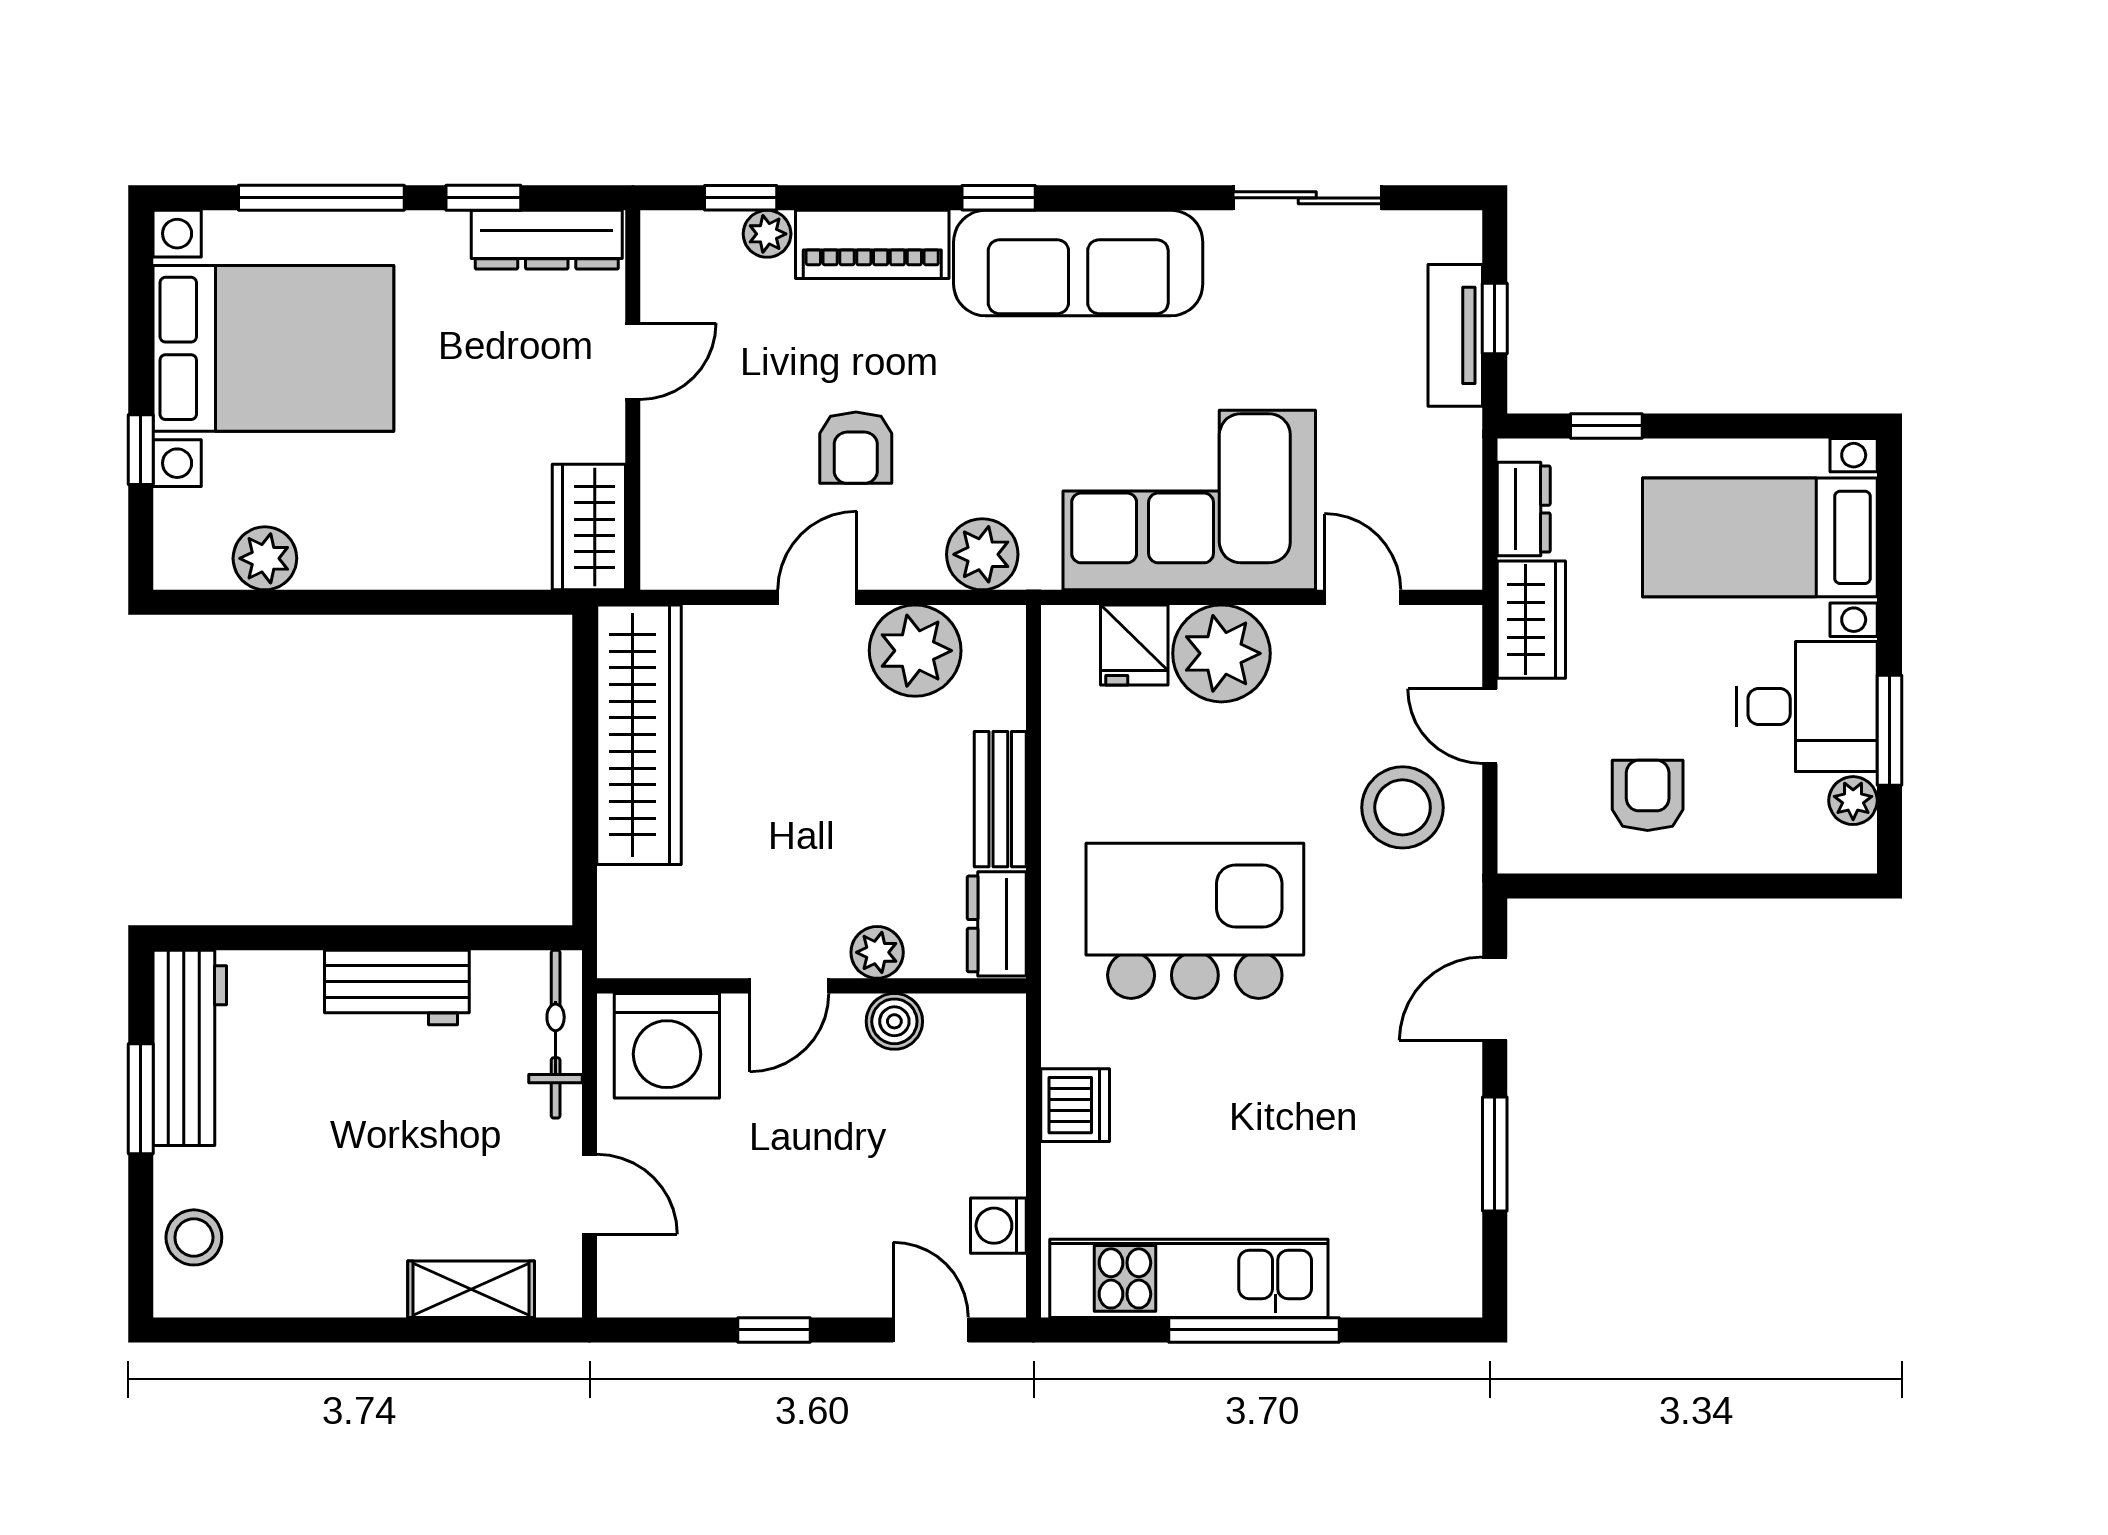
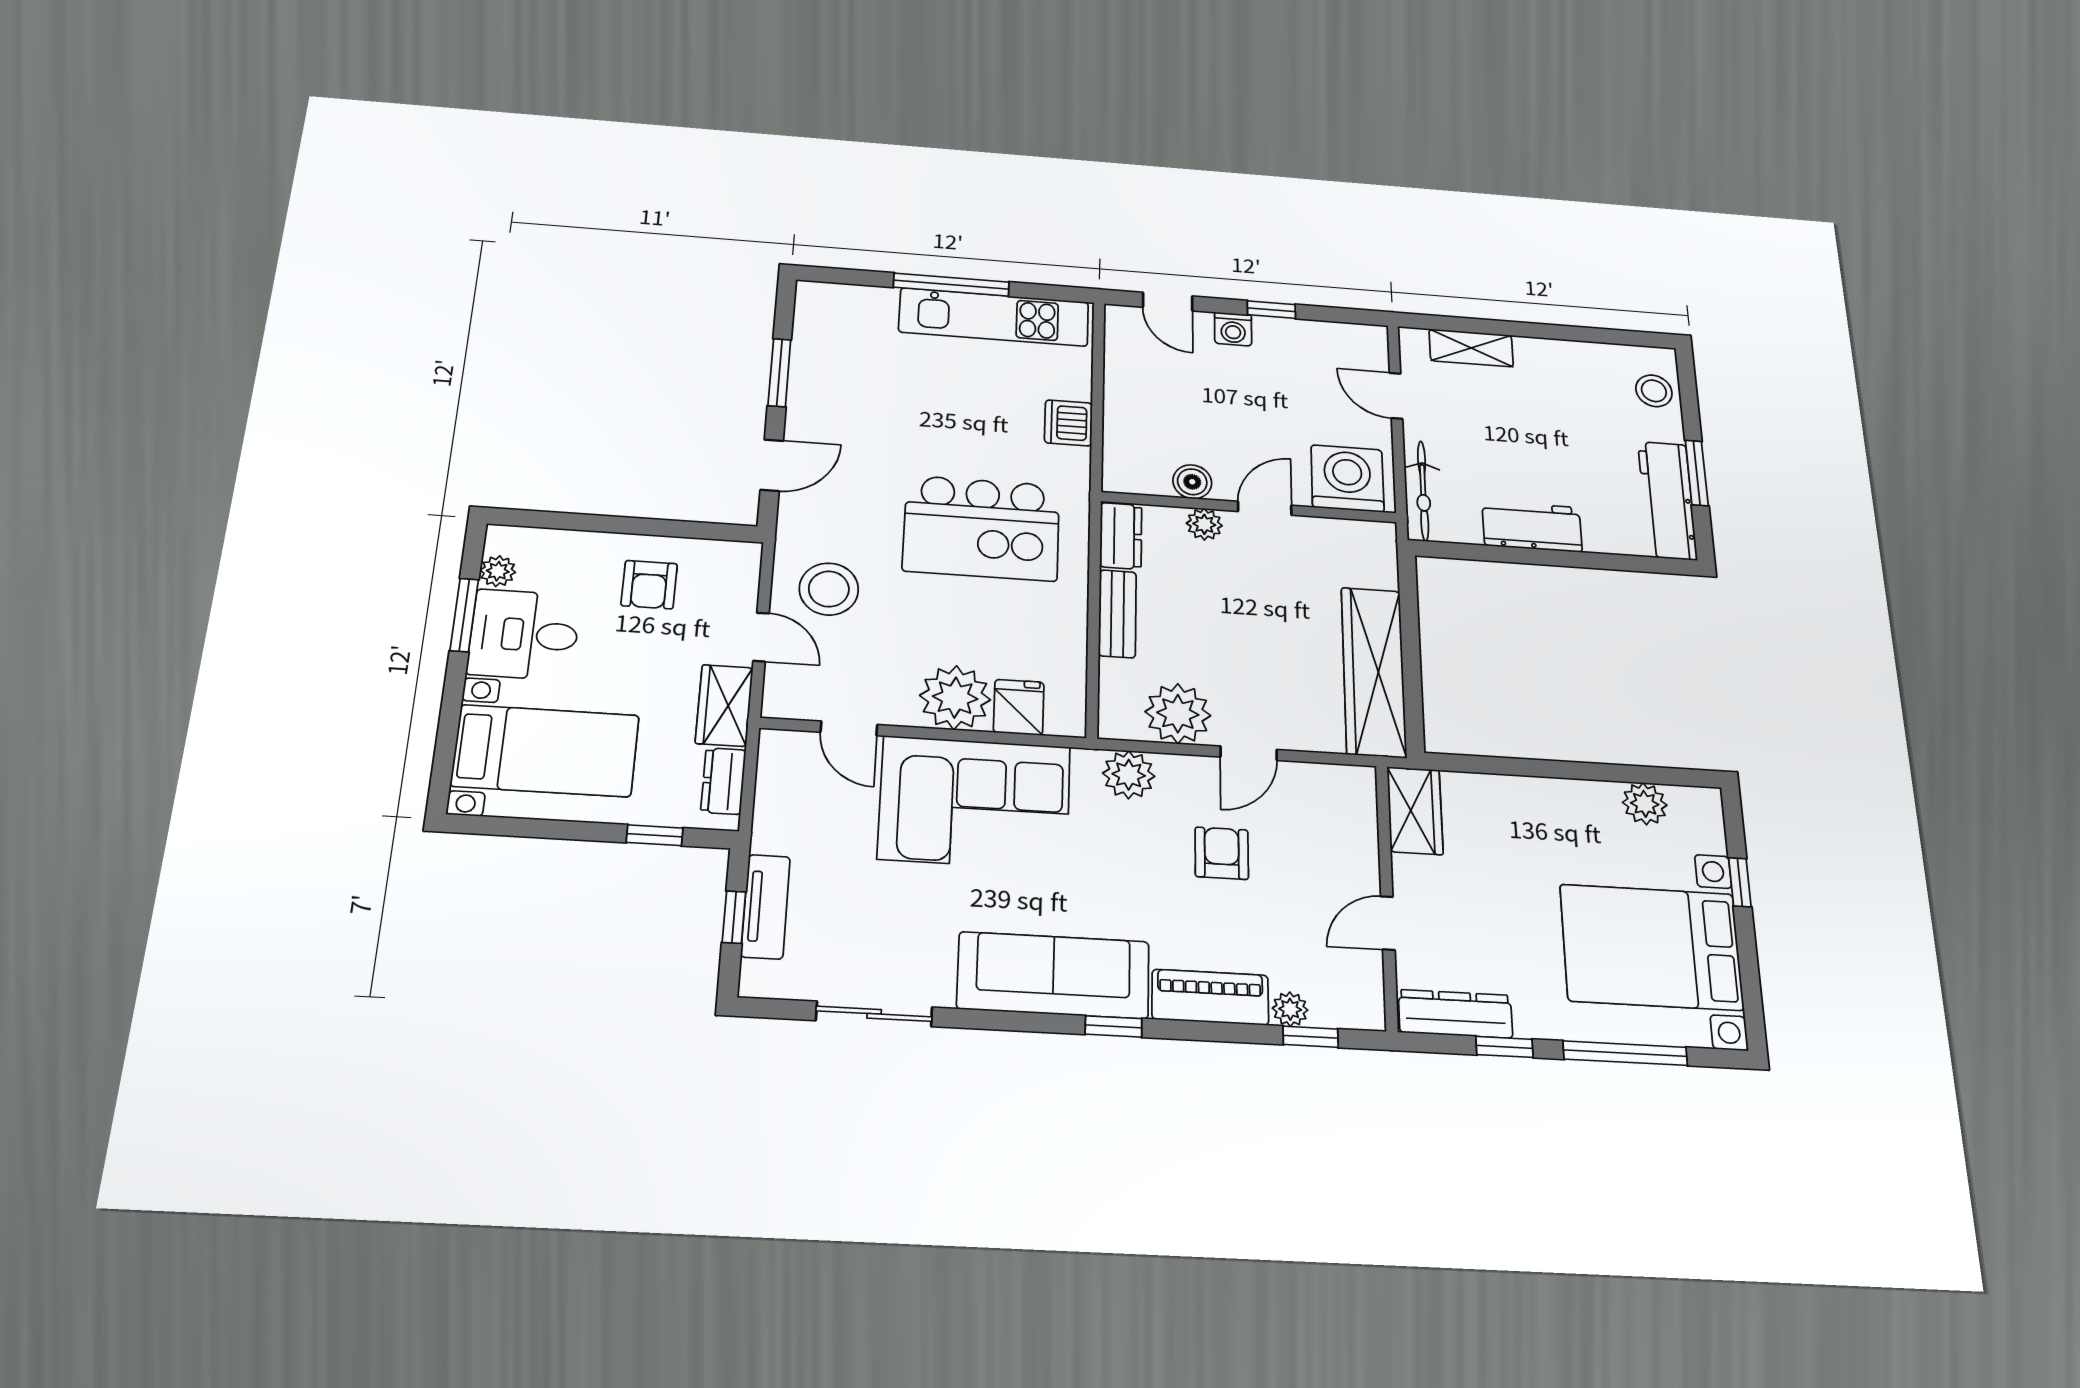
washing machine: (998, 1226) -> (1233, 329), moved, turned 90

